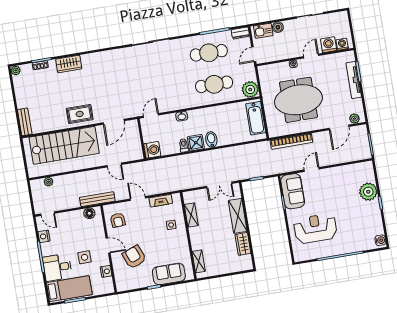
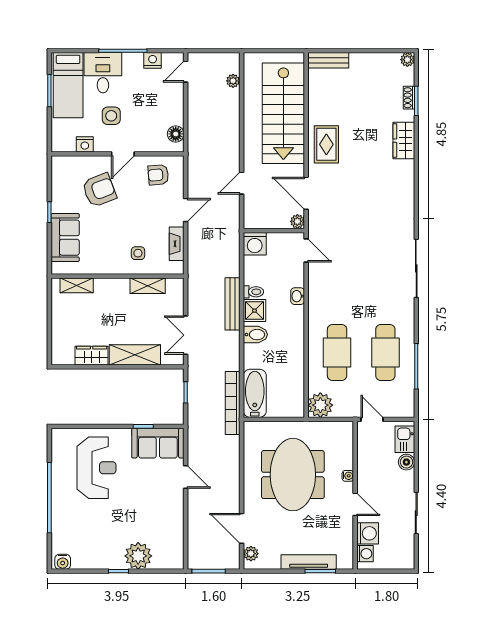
dresser: (240, 33) -> (407, 405), removed
bathtub: (256, 118) -> (255, 393), moved, turned 90
plant: (133, 124) -> (297, 221), added
bookcase: (291, 141) -> (233, 403), moved
bench: (97, 199) -> (232, 304), moved

